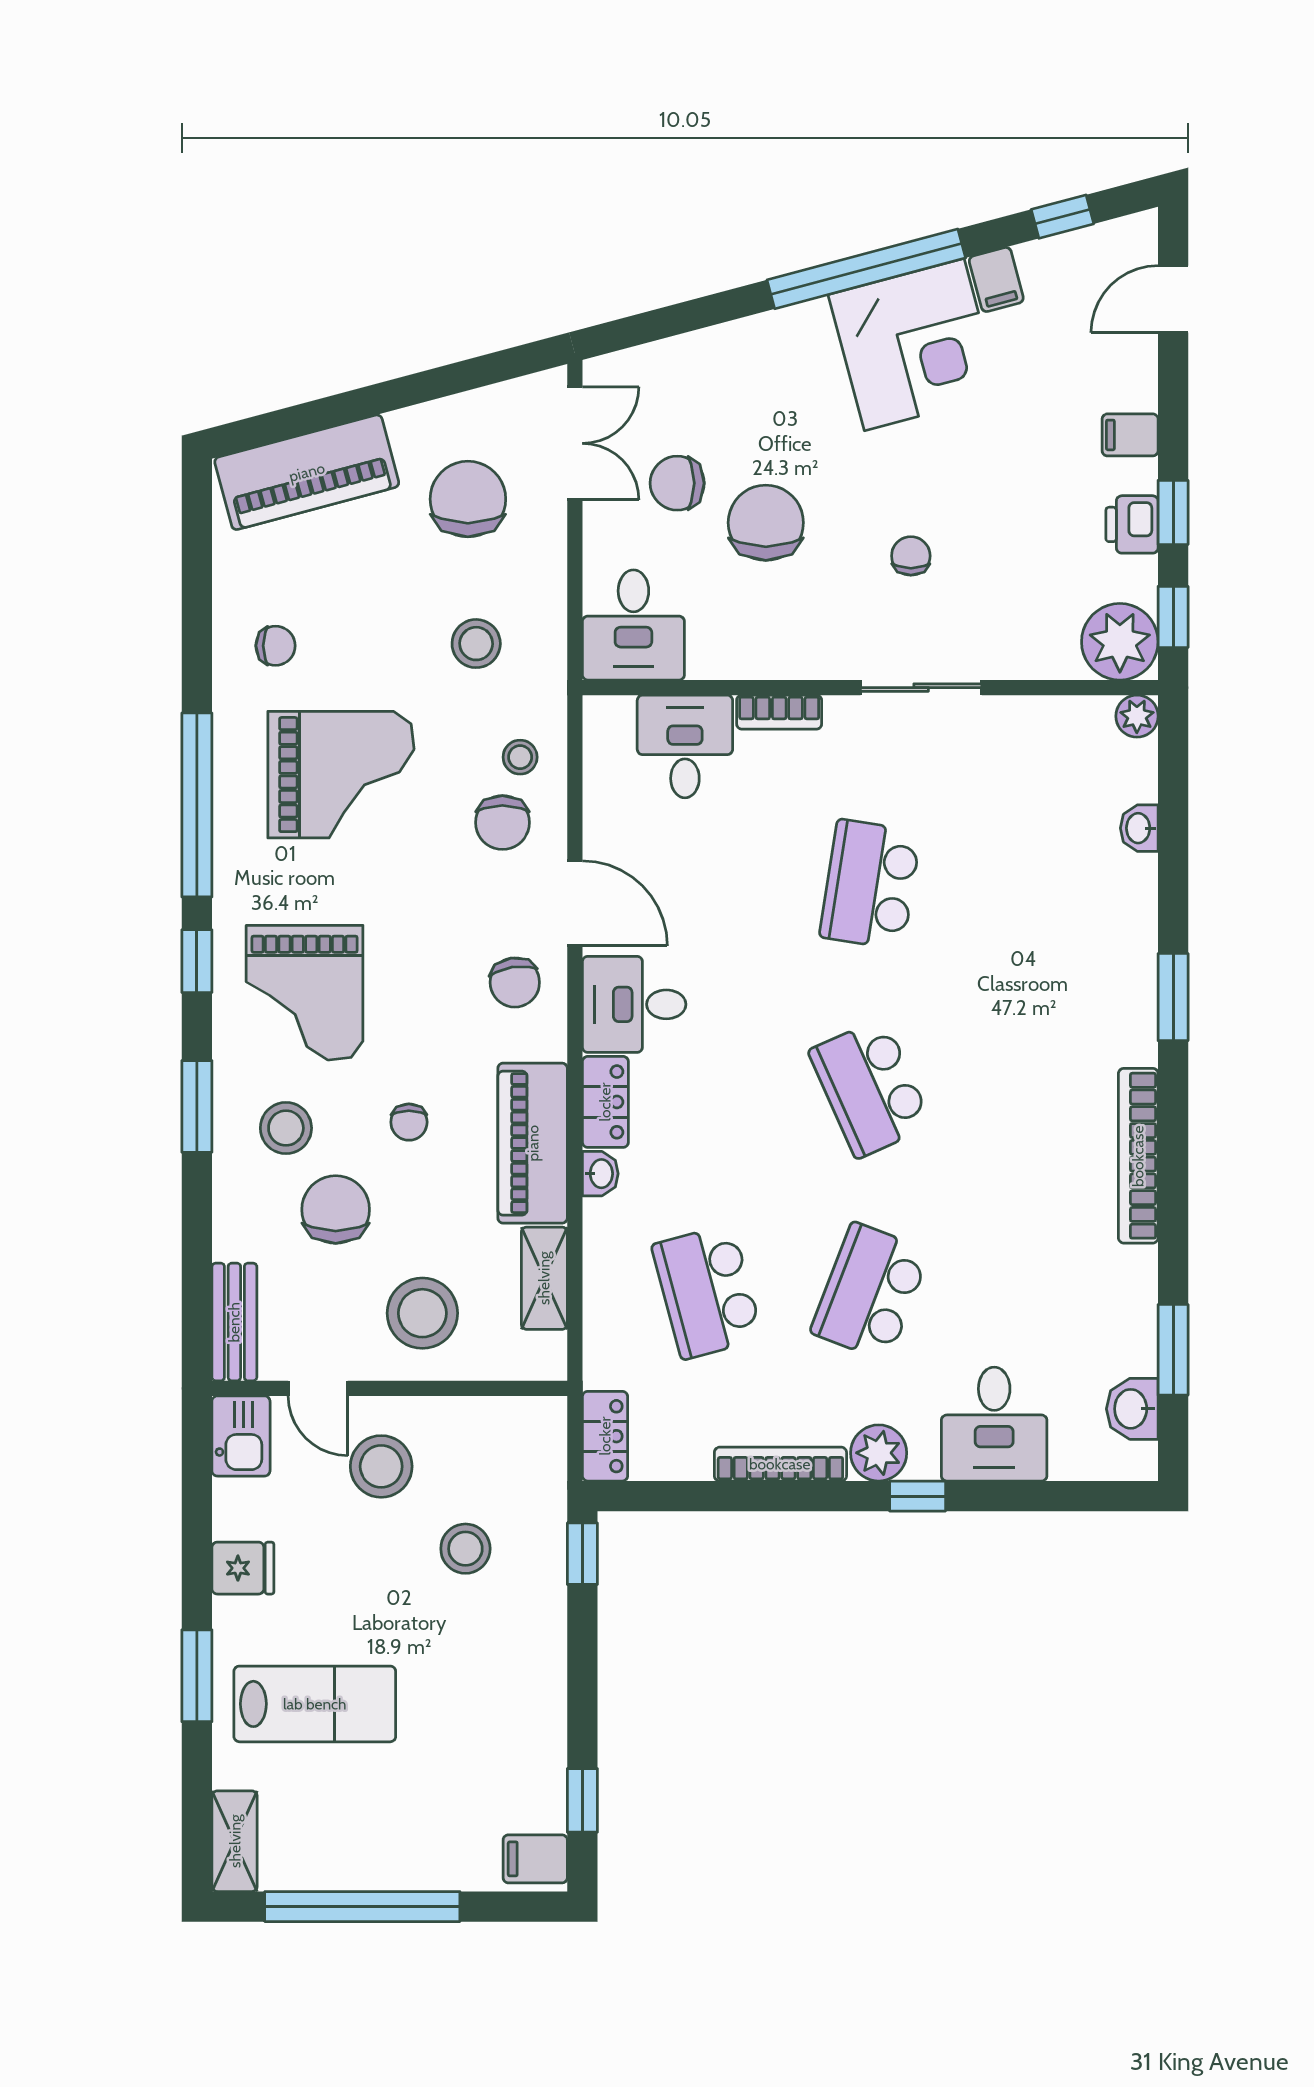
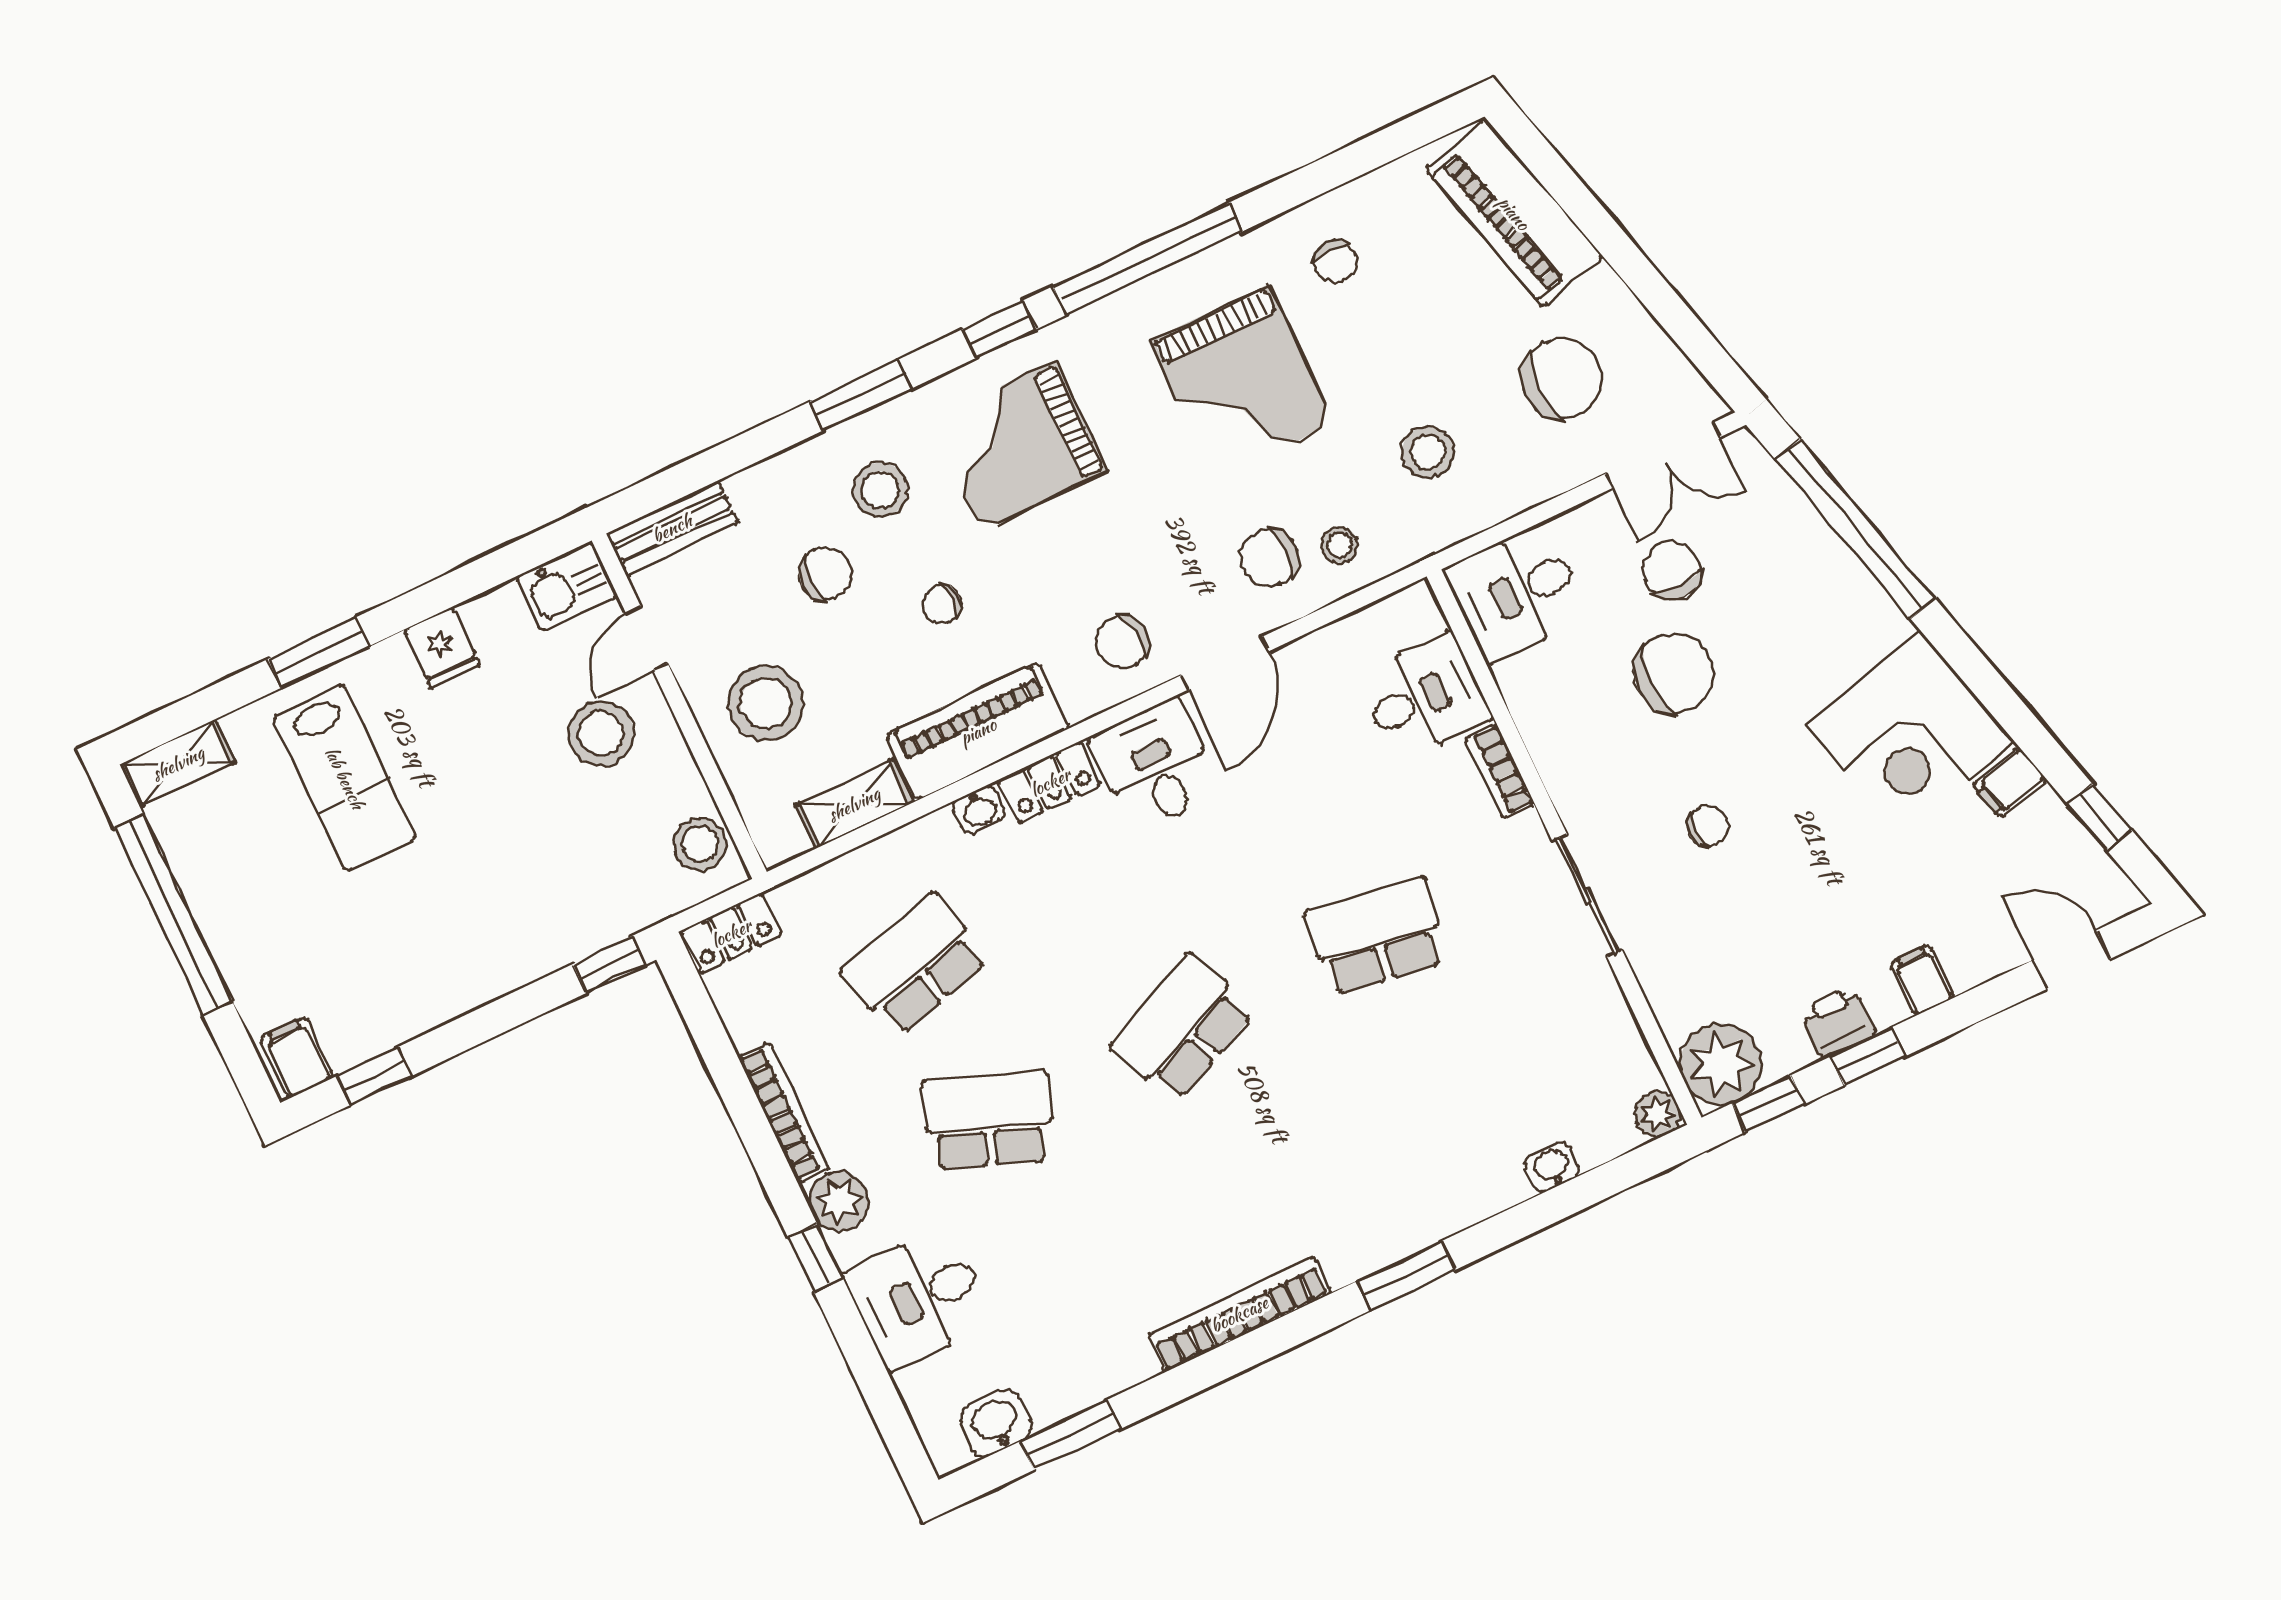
window: (866, 269) -> (1855, 529), moved
chair: (336, 1210) -> (825, 574), width x0.73, depth x0.73
stool: (465, 1549) -> (700, 844), moved

